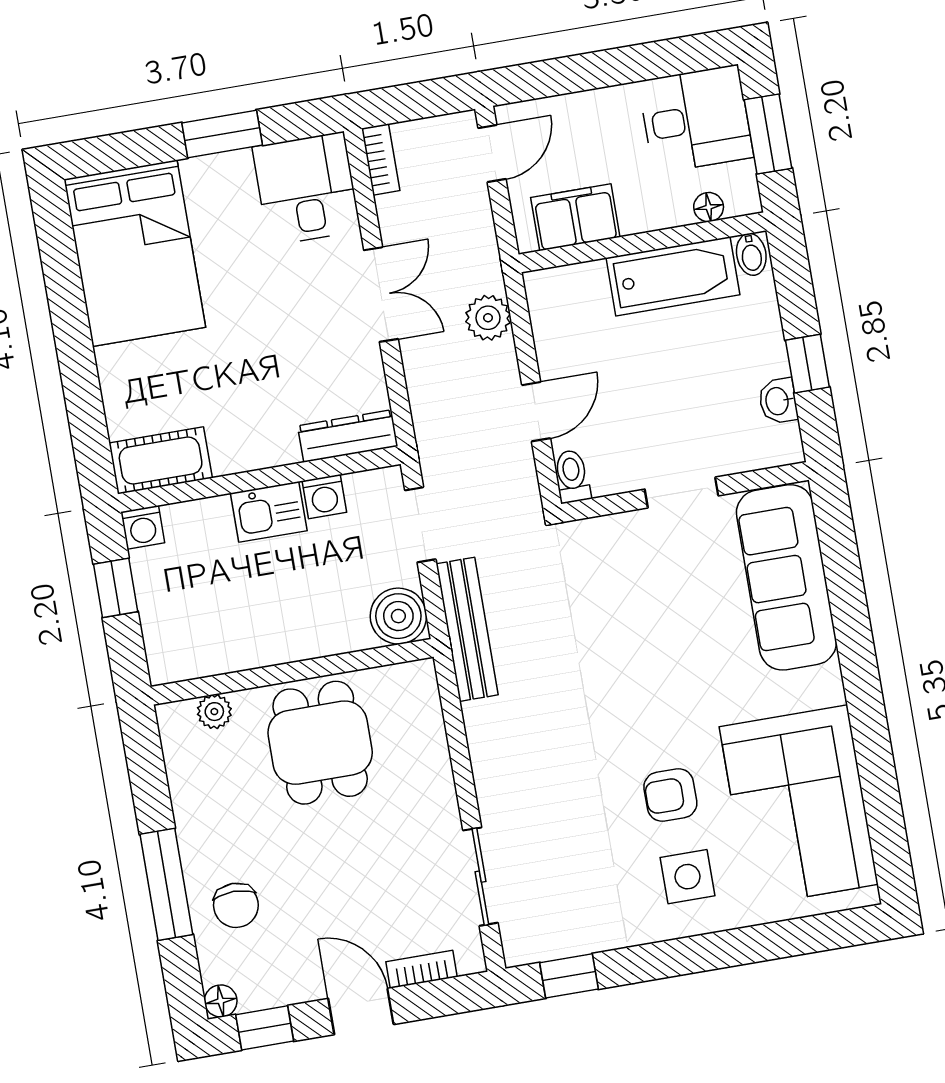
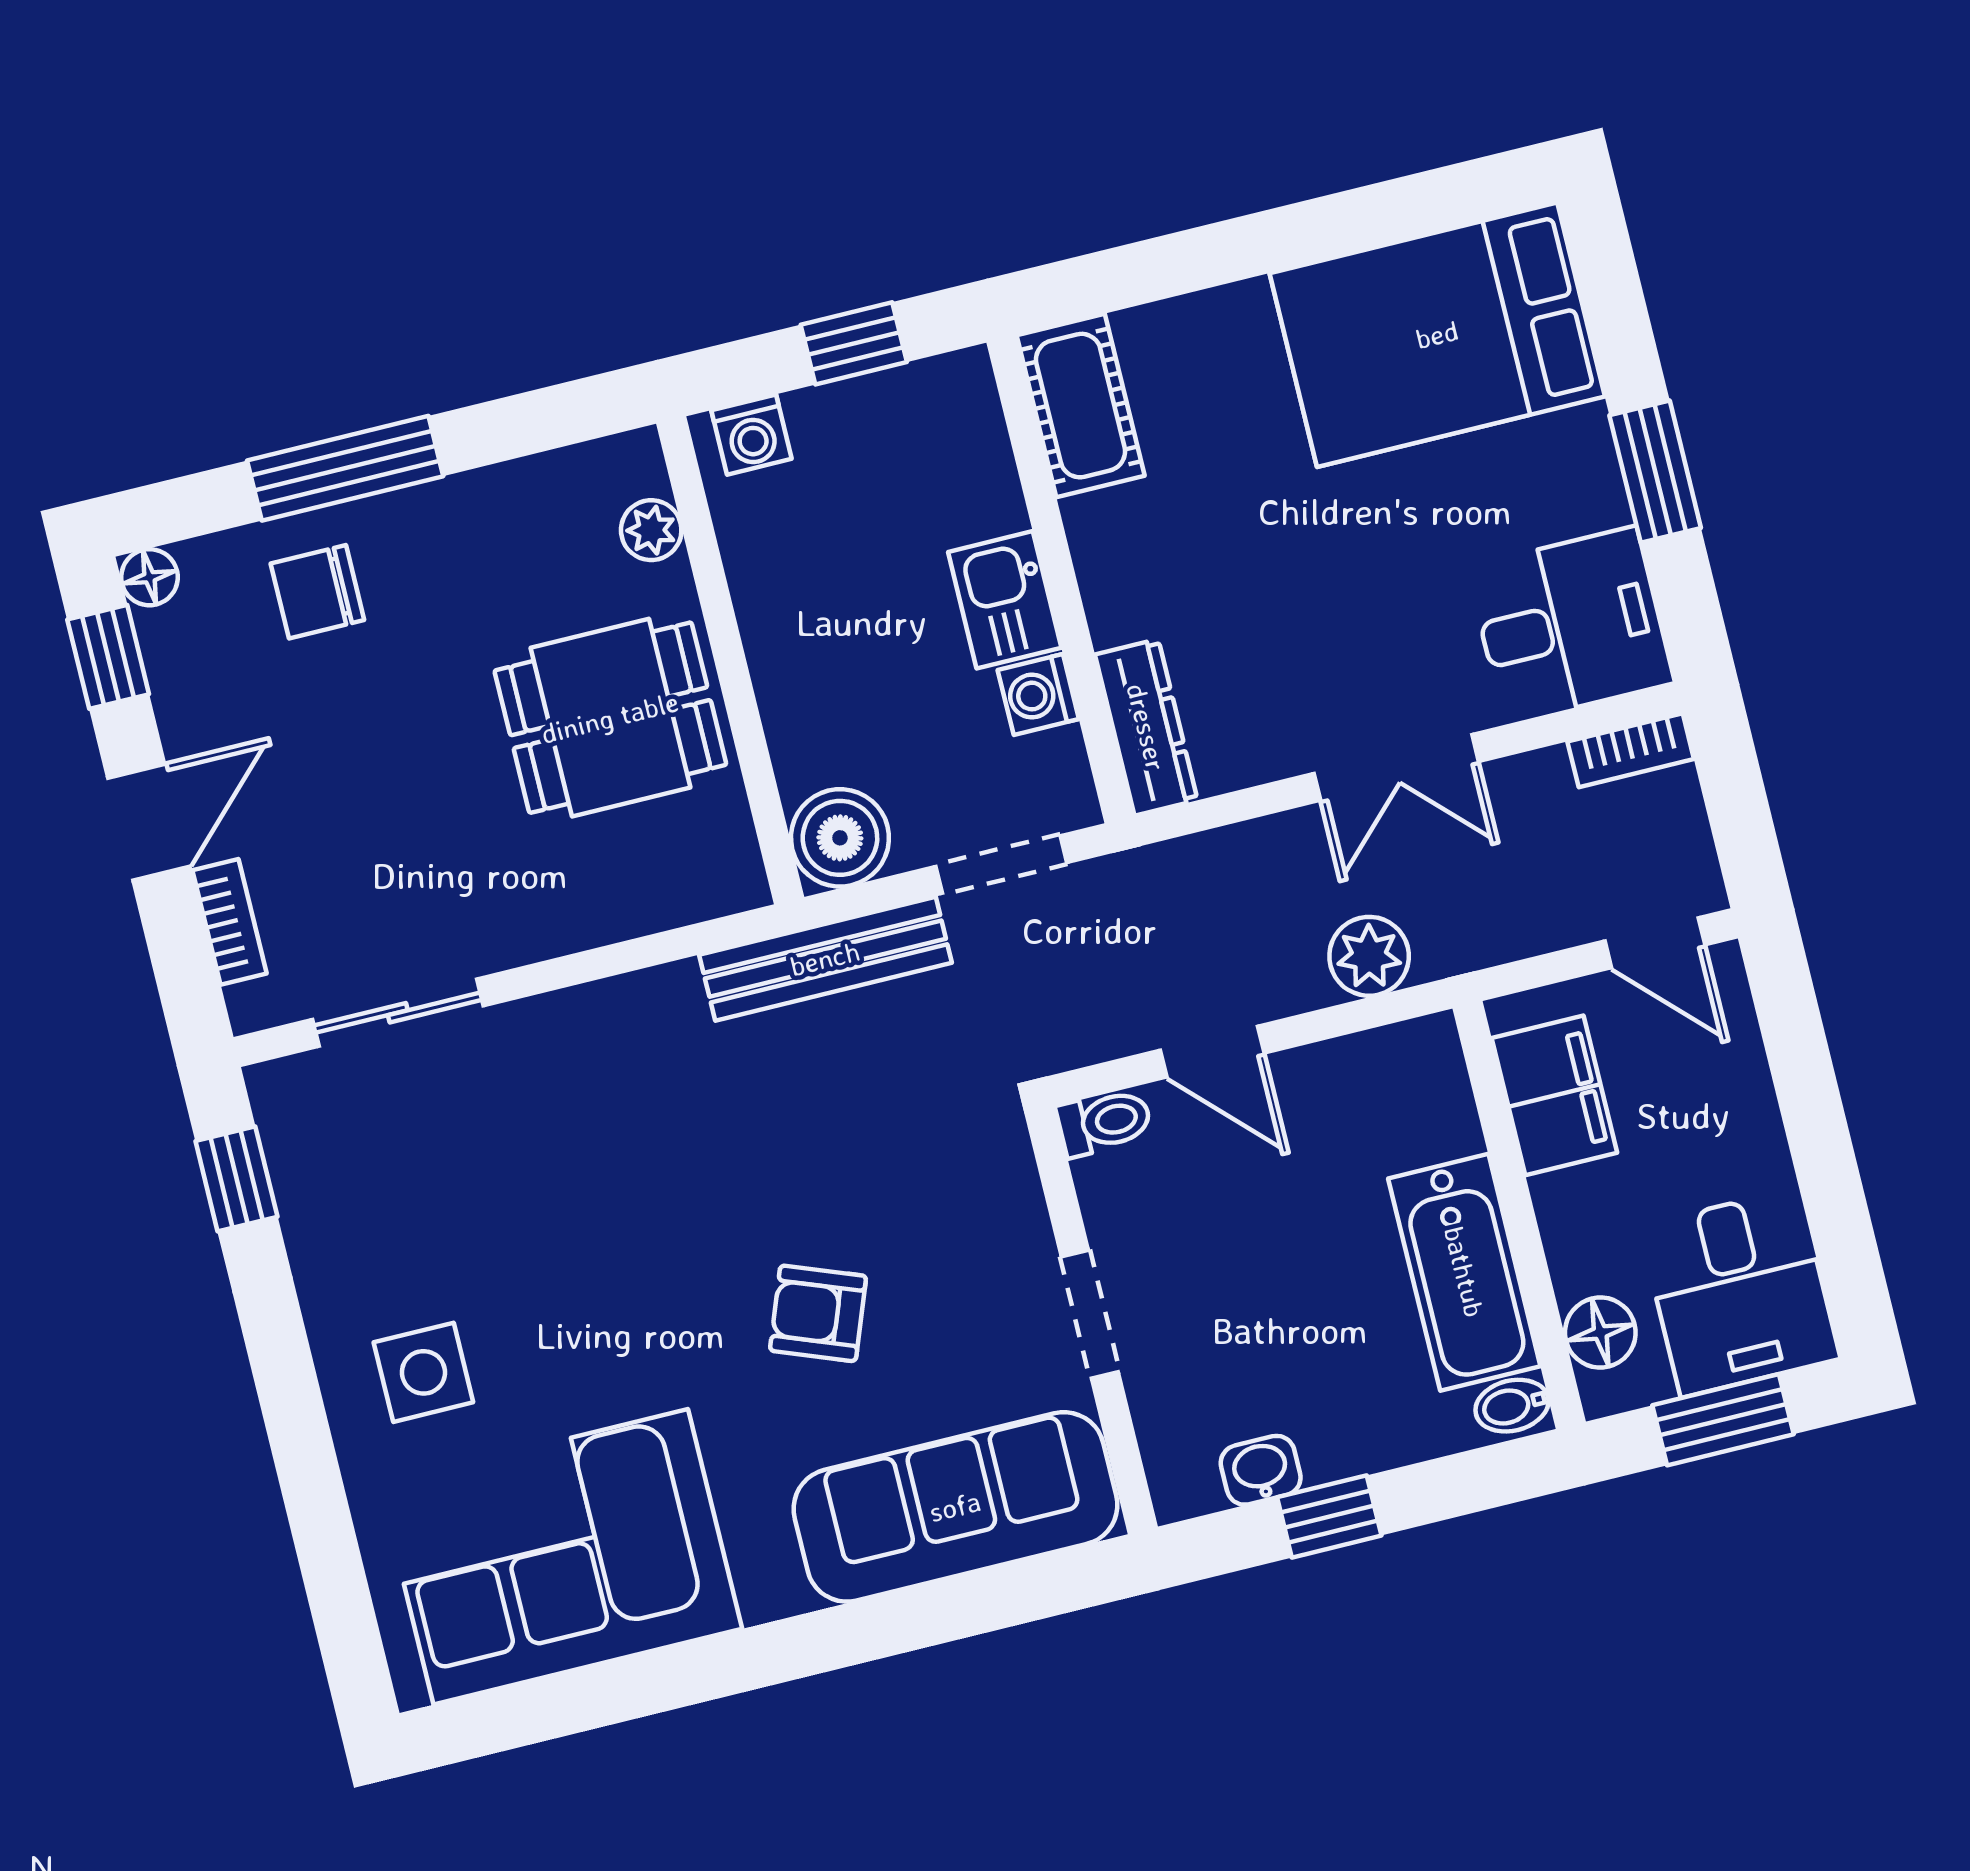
floor lamp: (709, 207) -> (1600, 1332), width x1.37, depth x1.37
washing machine: (143, 527) -> (751, 435), moved, turned -90
armchair: (670, 795) -> (818, 1313), moved, turned -69

